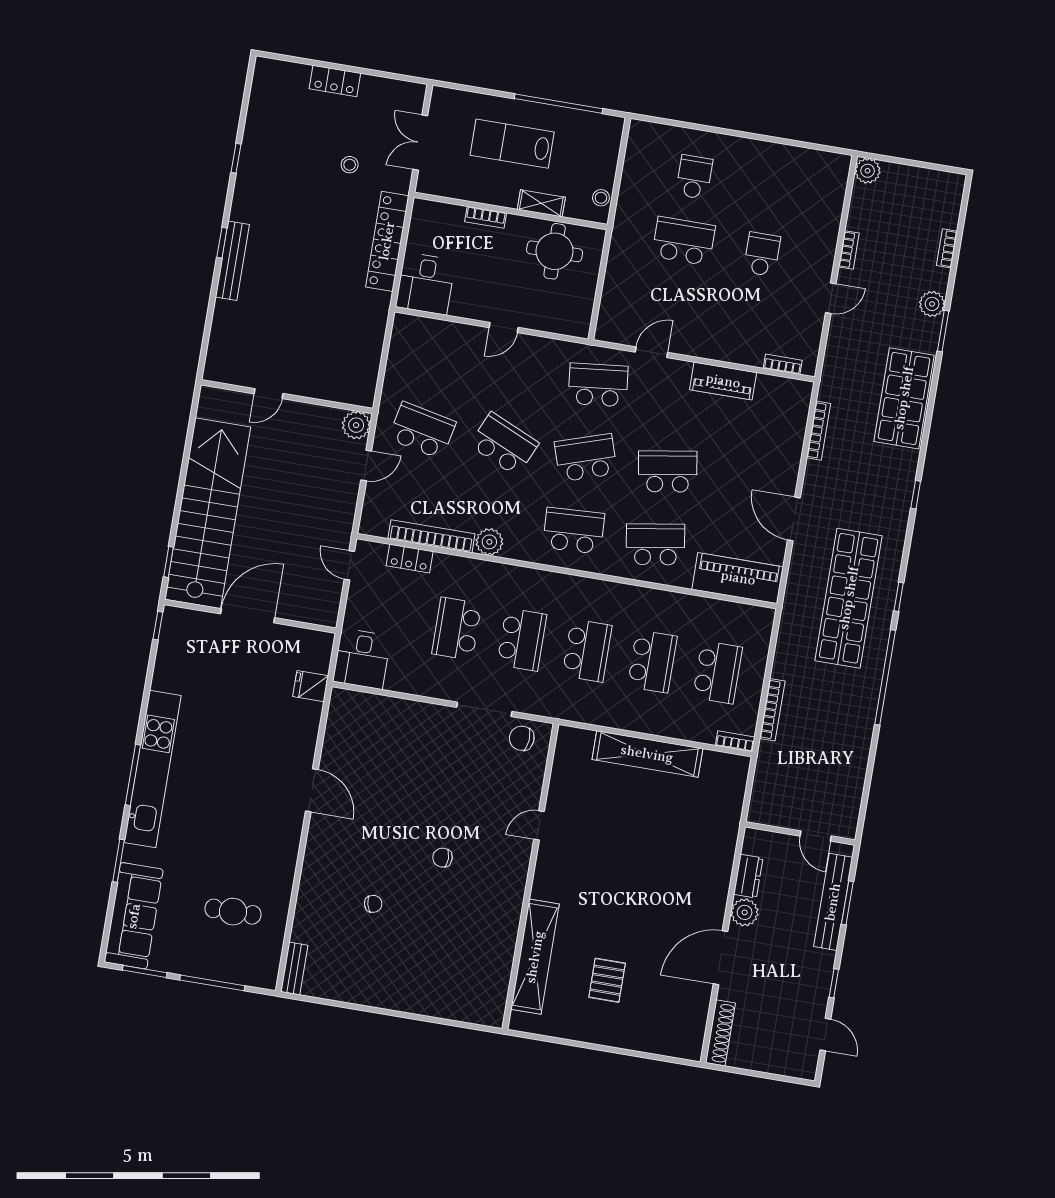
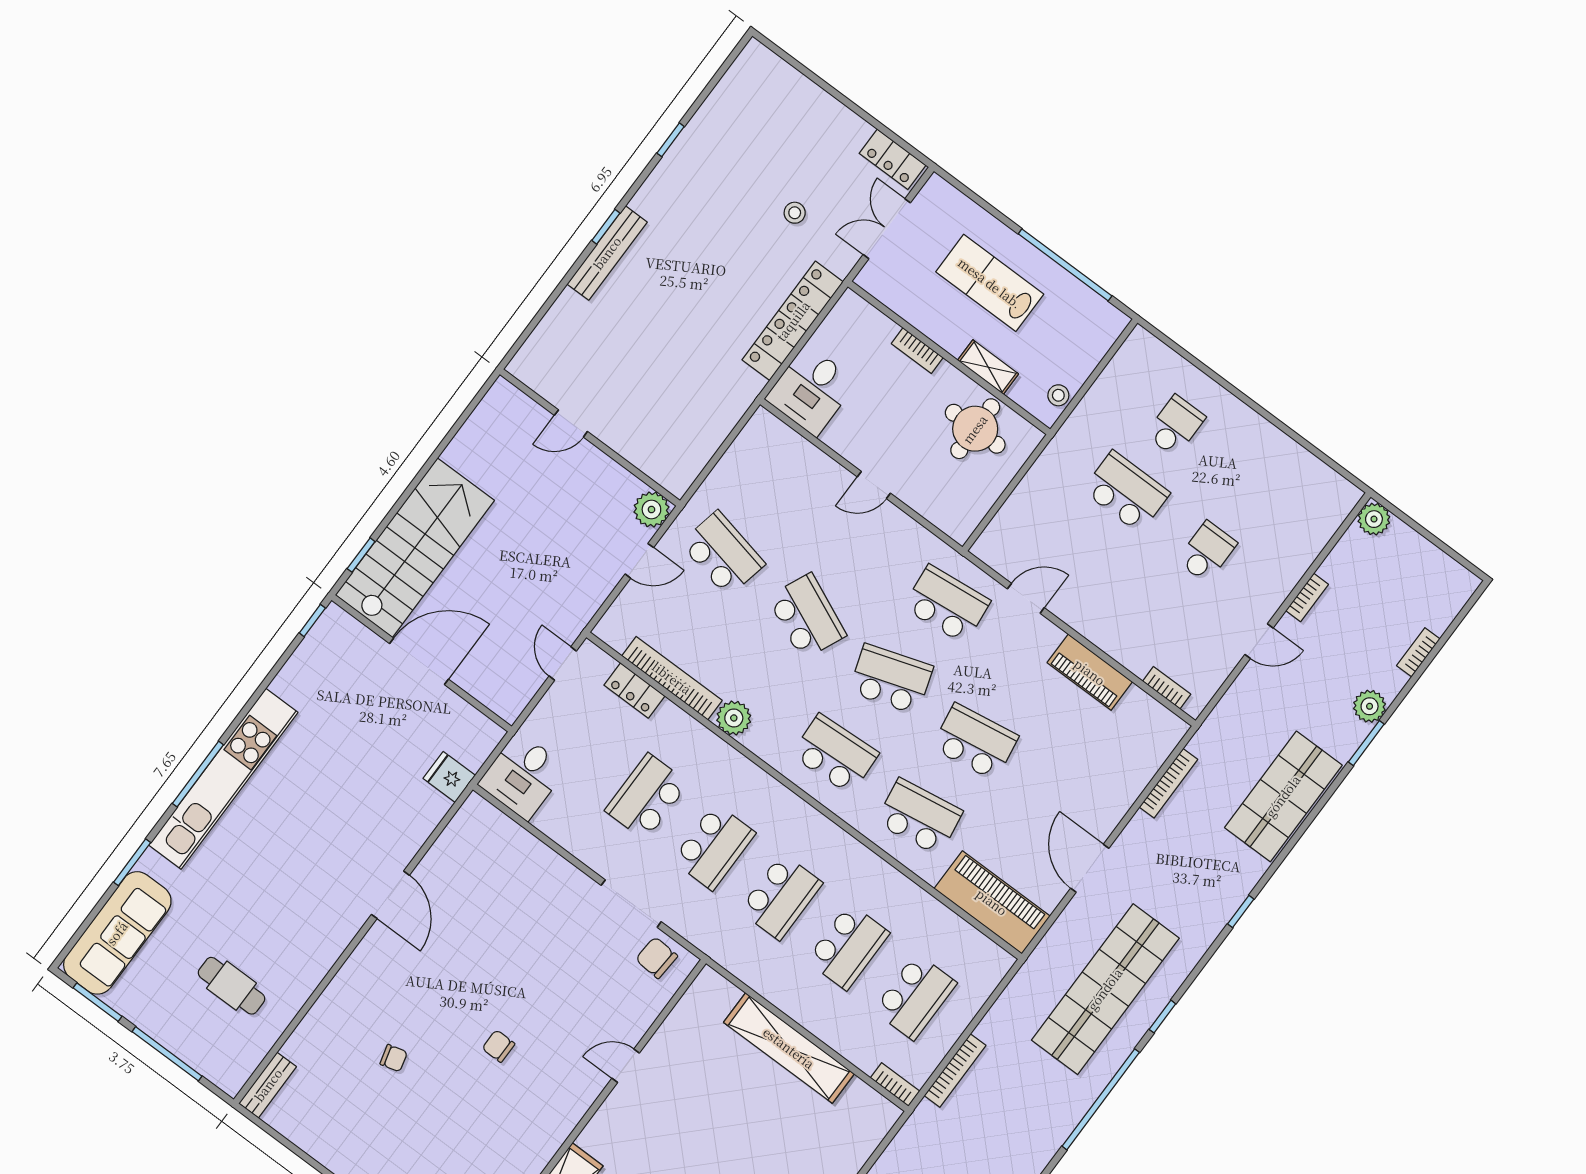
locker: (335, 81) -> (893, 159), moved
stairs: (208, 513) -> (415, 548), width x0.73

